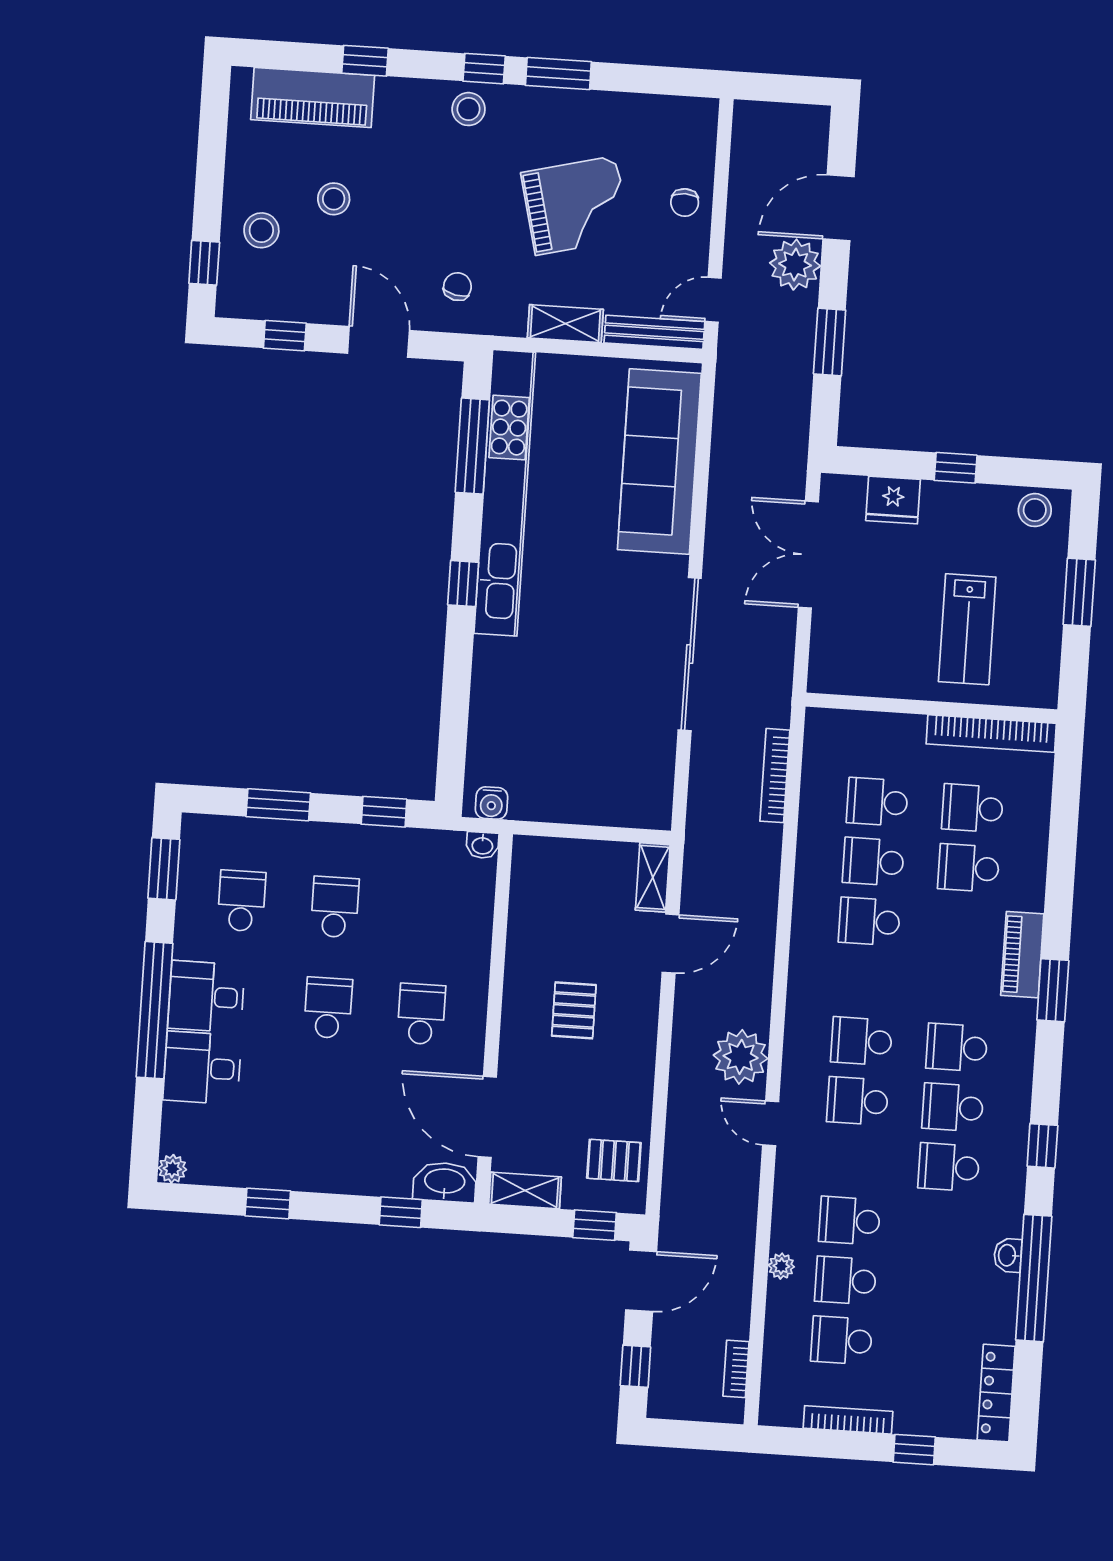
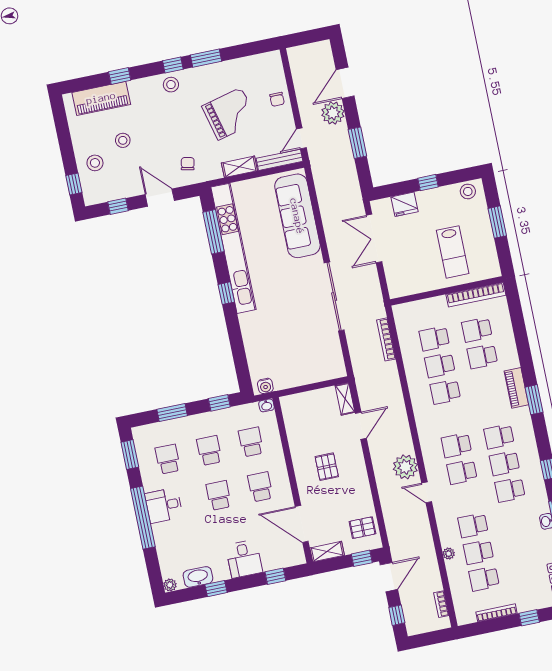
school desk: (428, 913) -> (251, 442), added
desk: (202, 1068) -> (244, 559), moved, turned -90
washbasin: (445, 1182) -> (198, 577), moved

